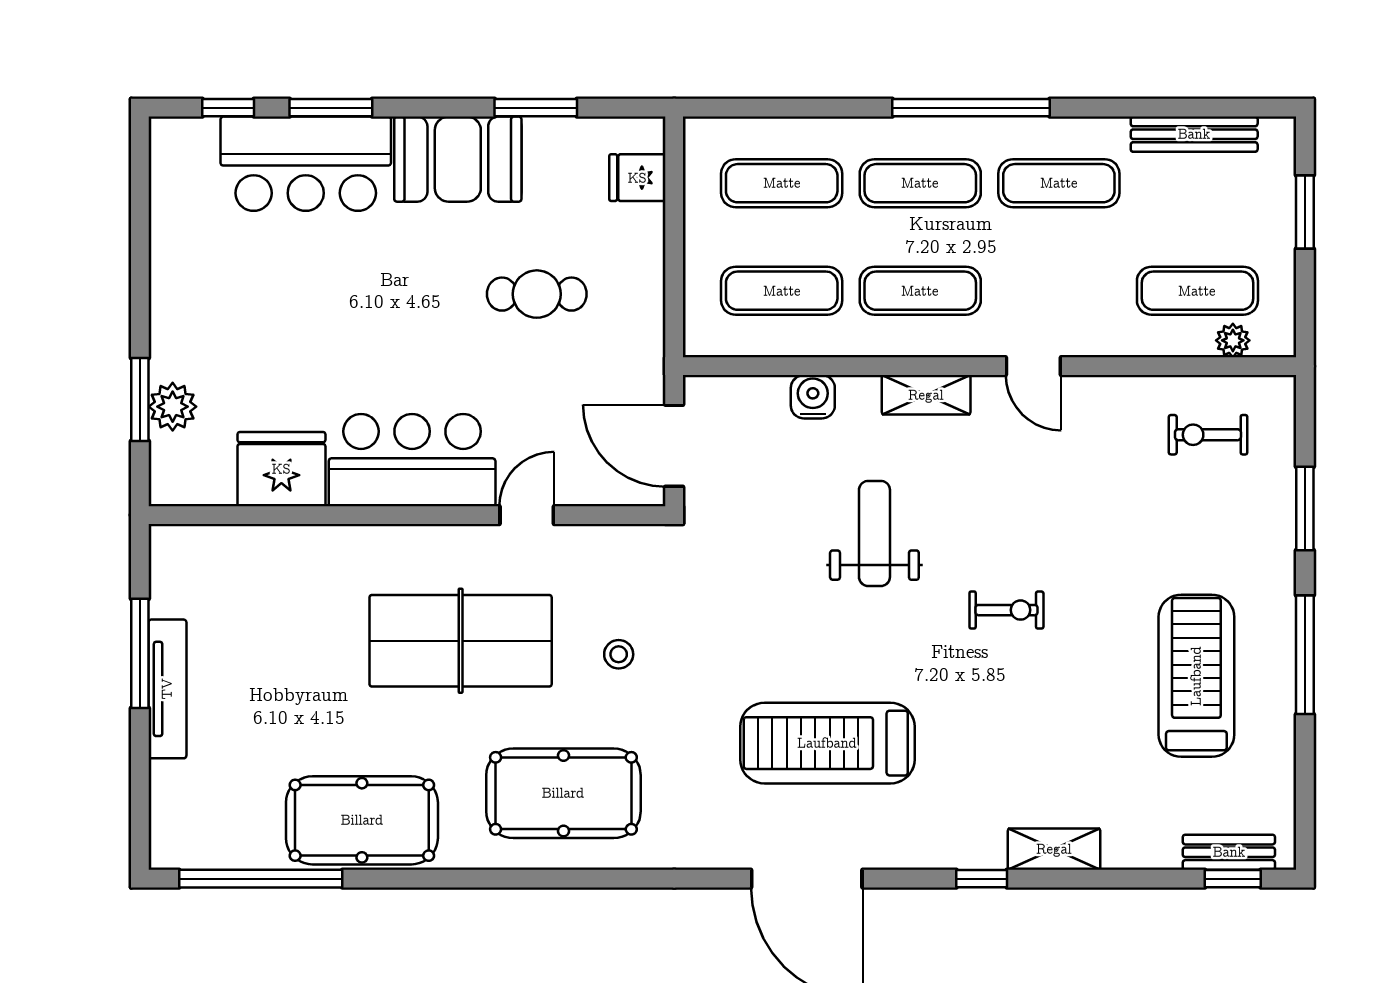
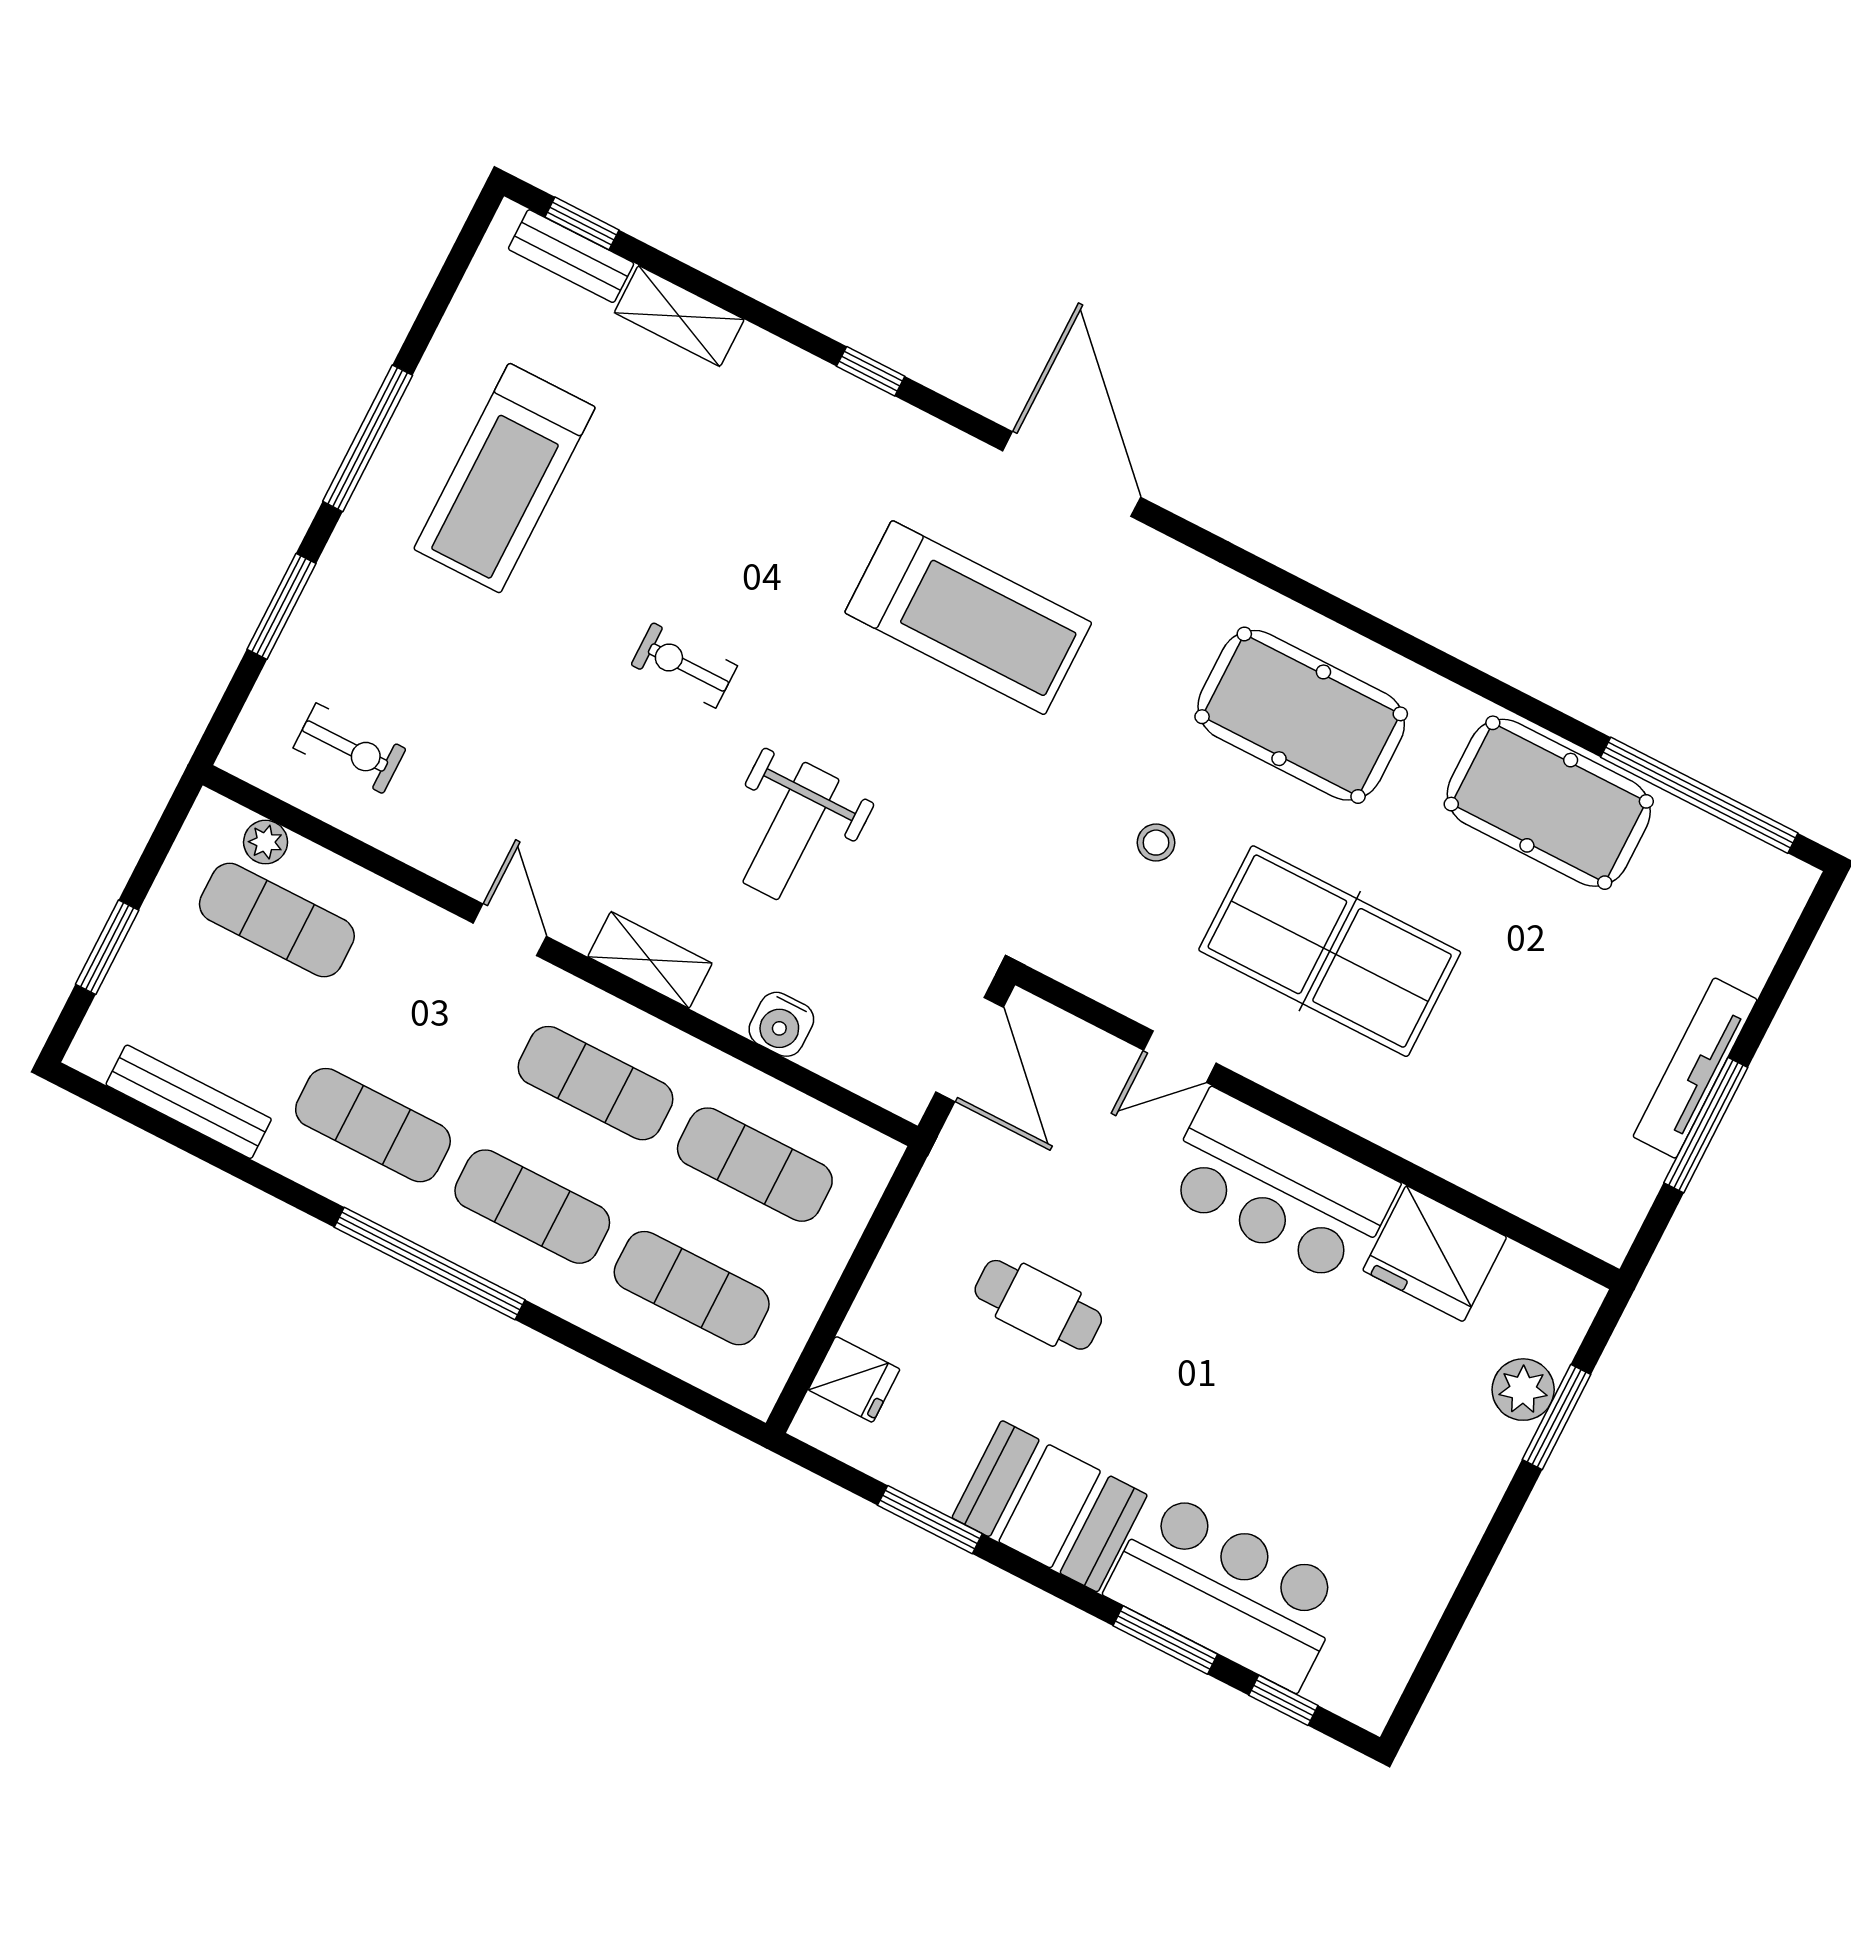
shelving: (1054, 849) -> (679, 316), moved

